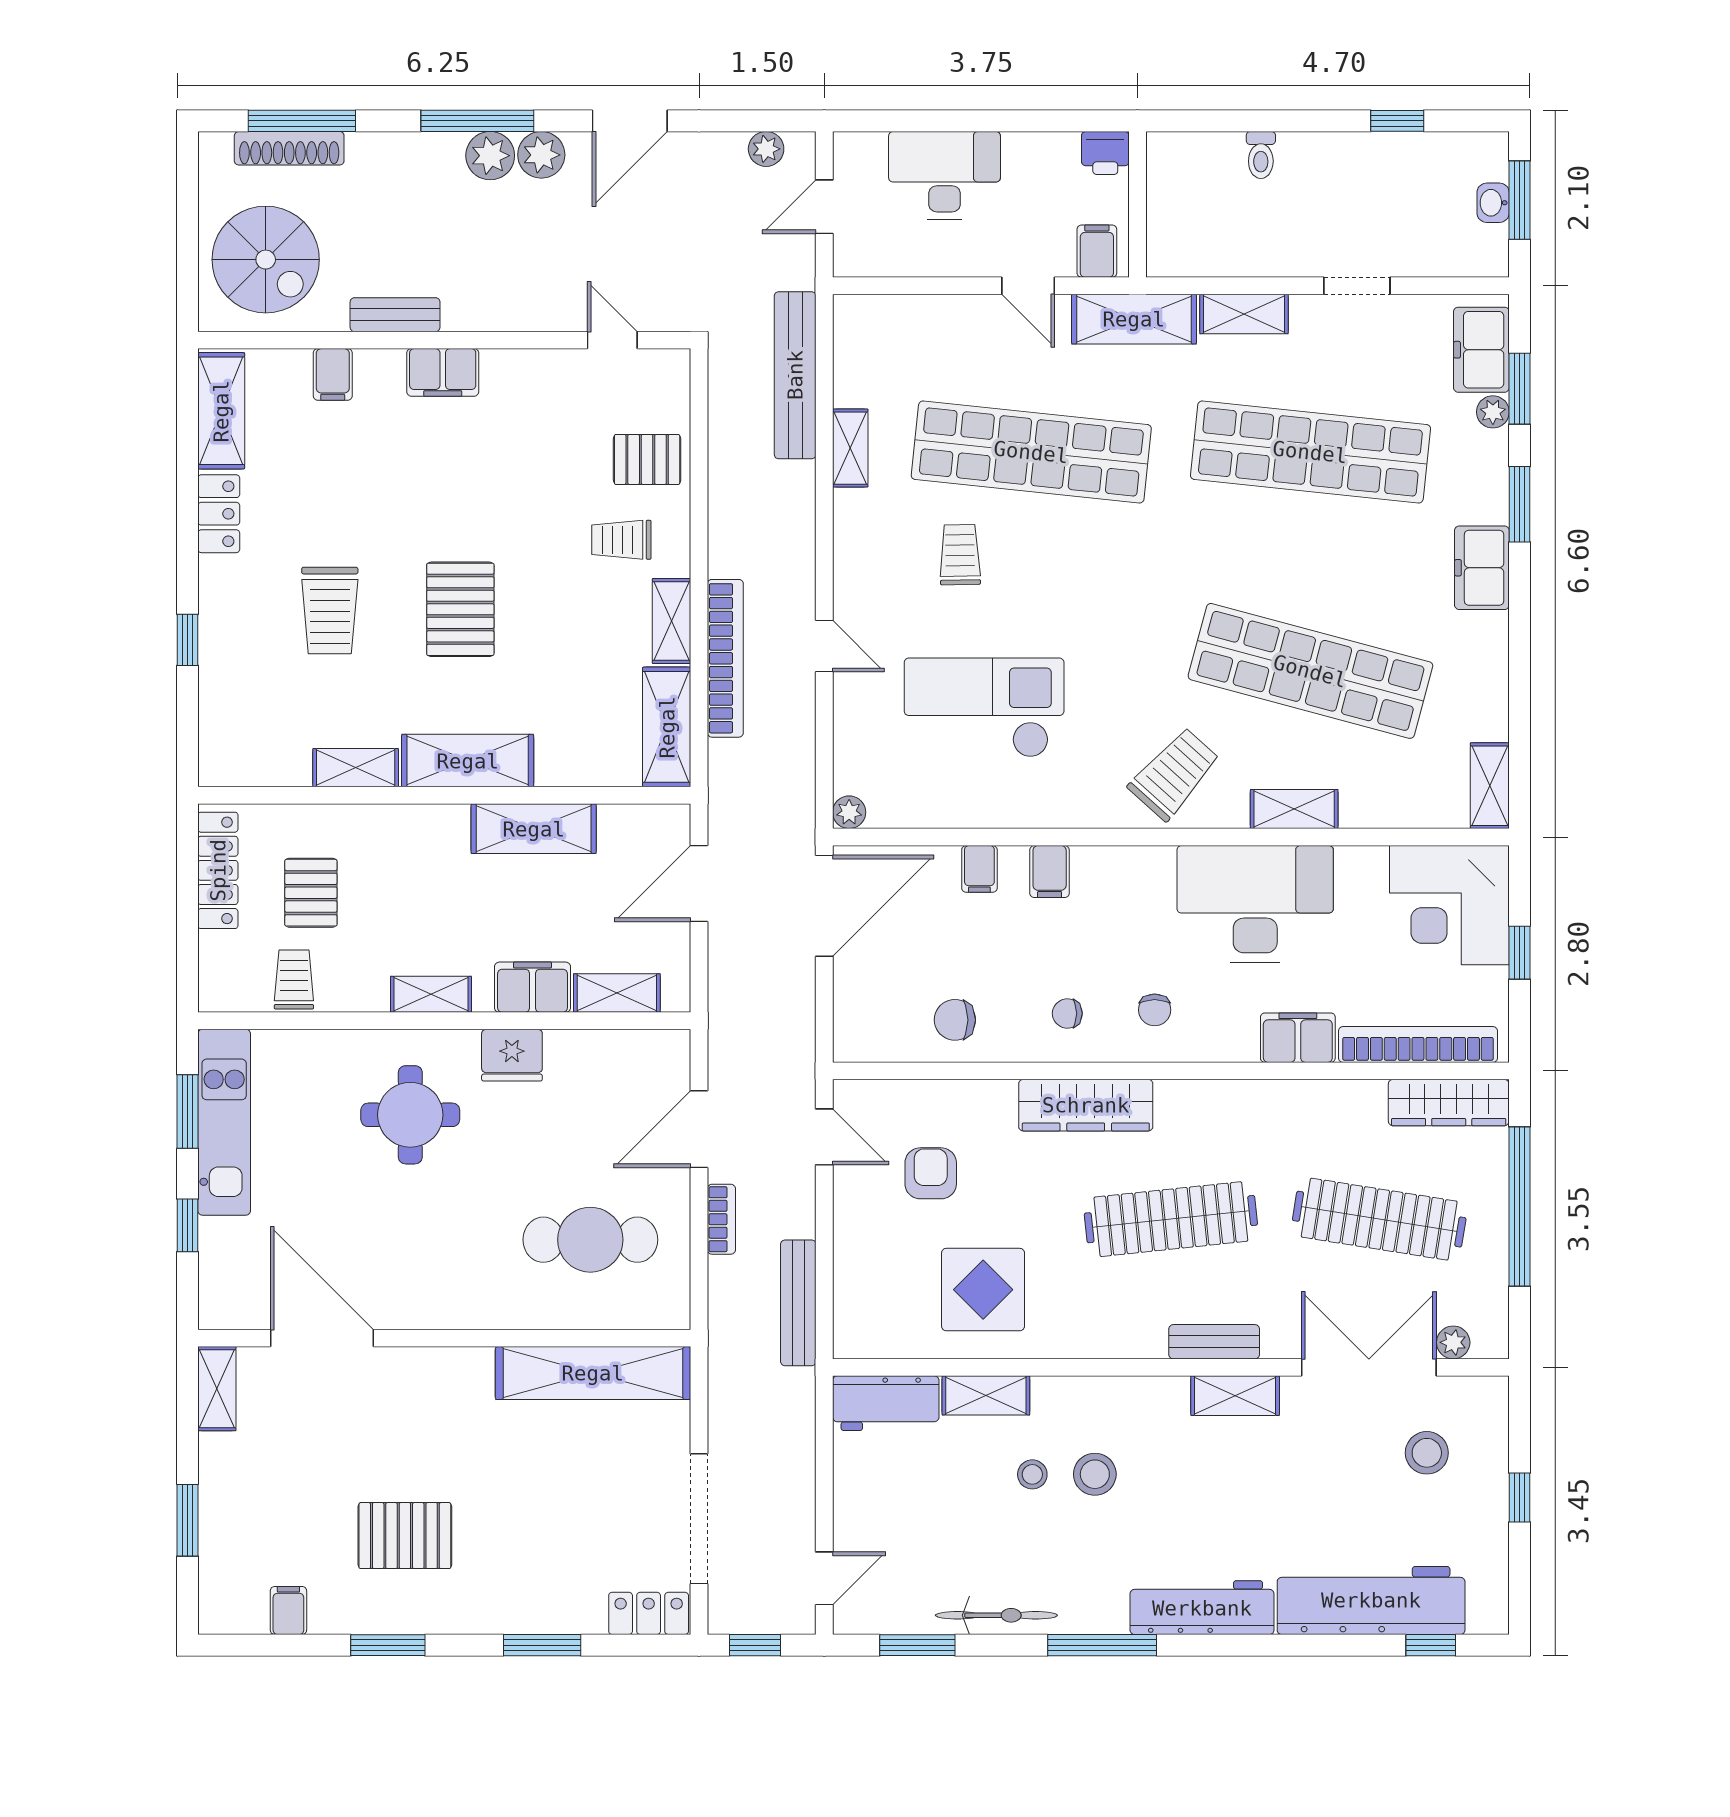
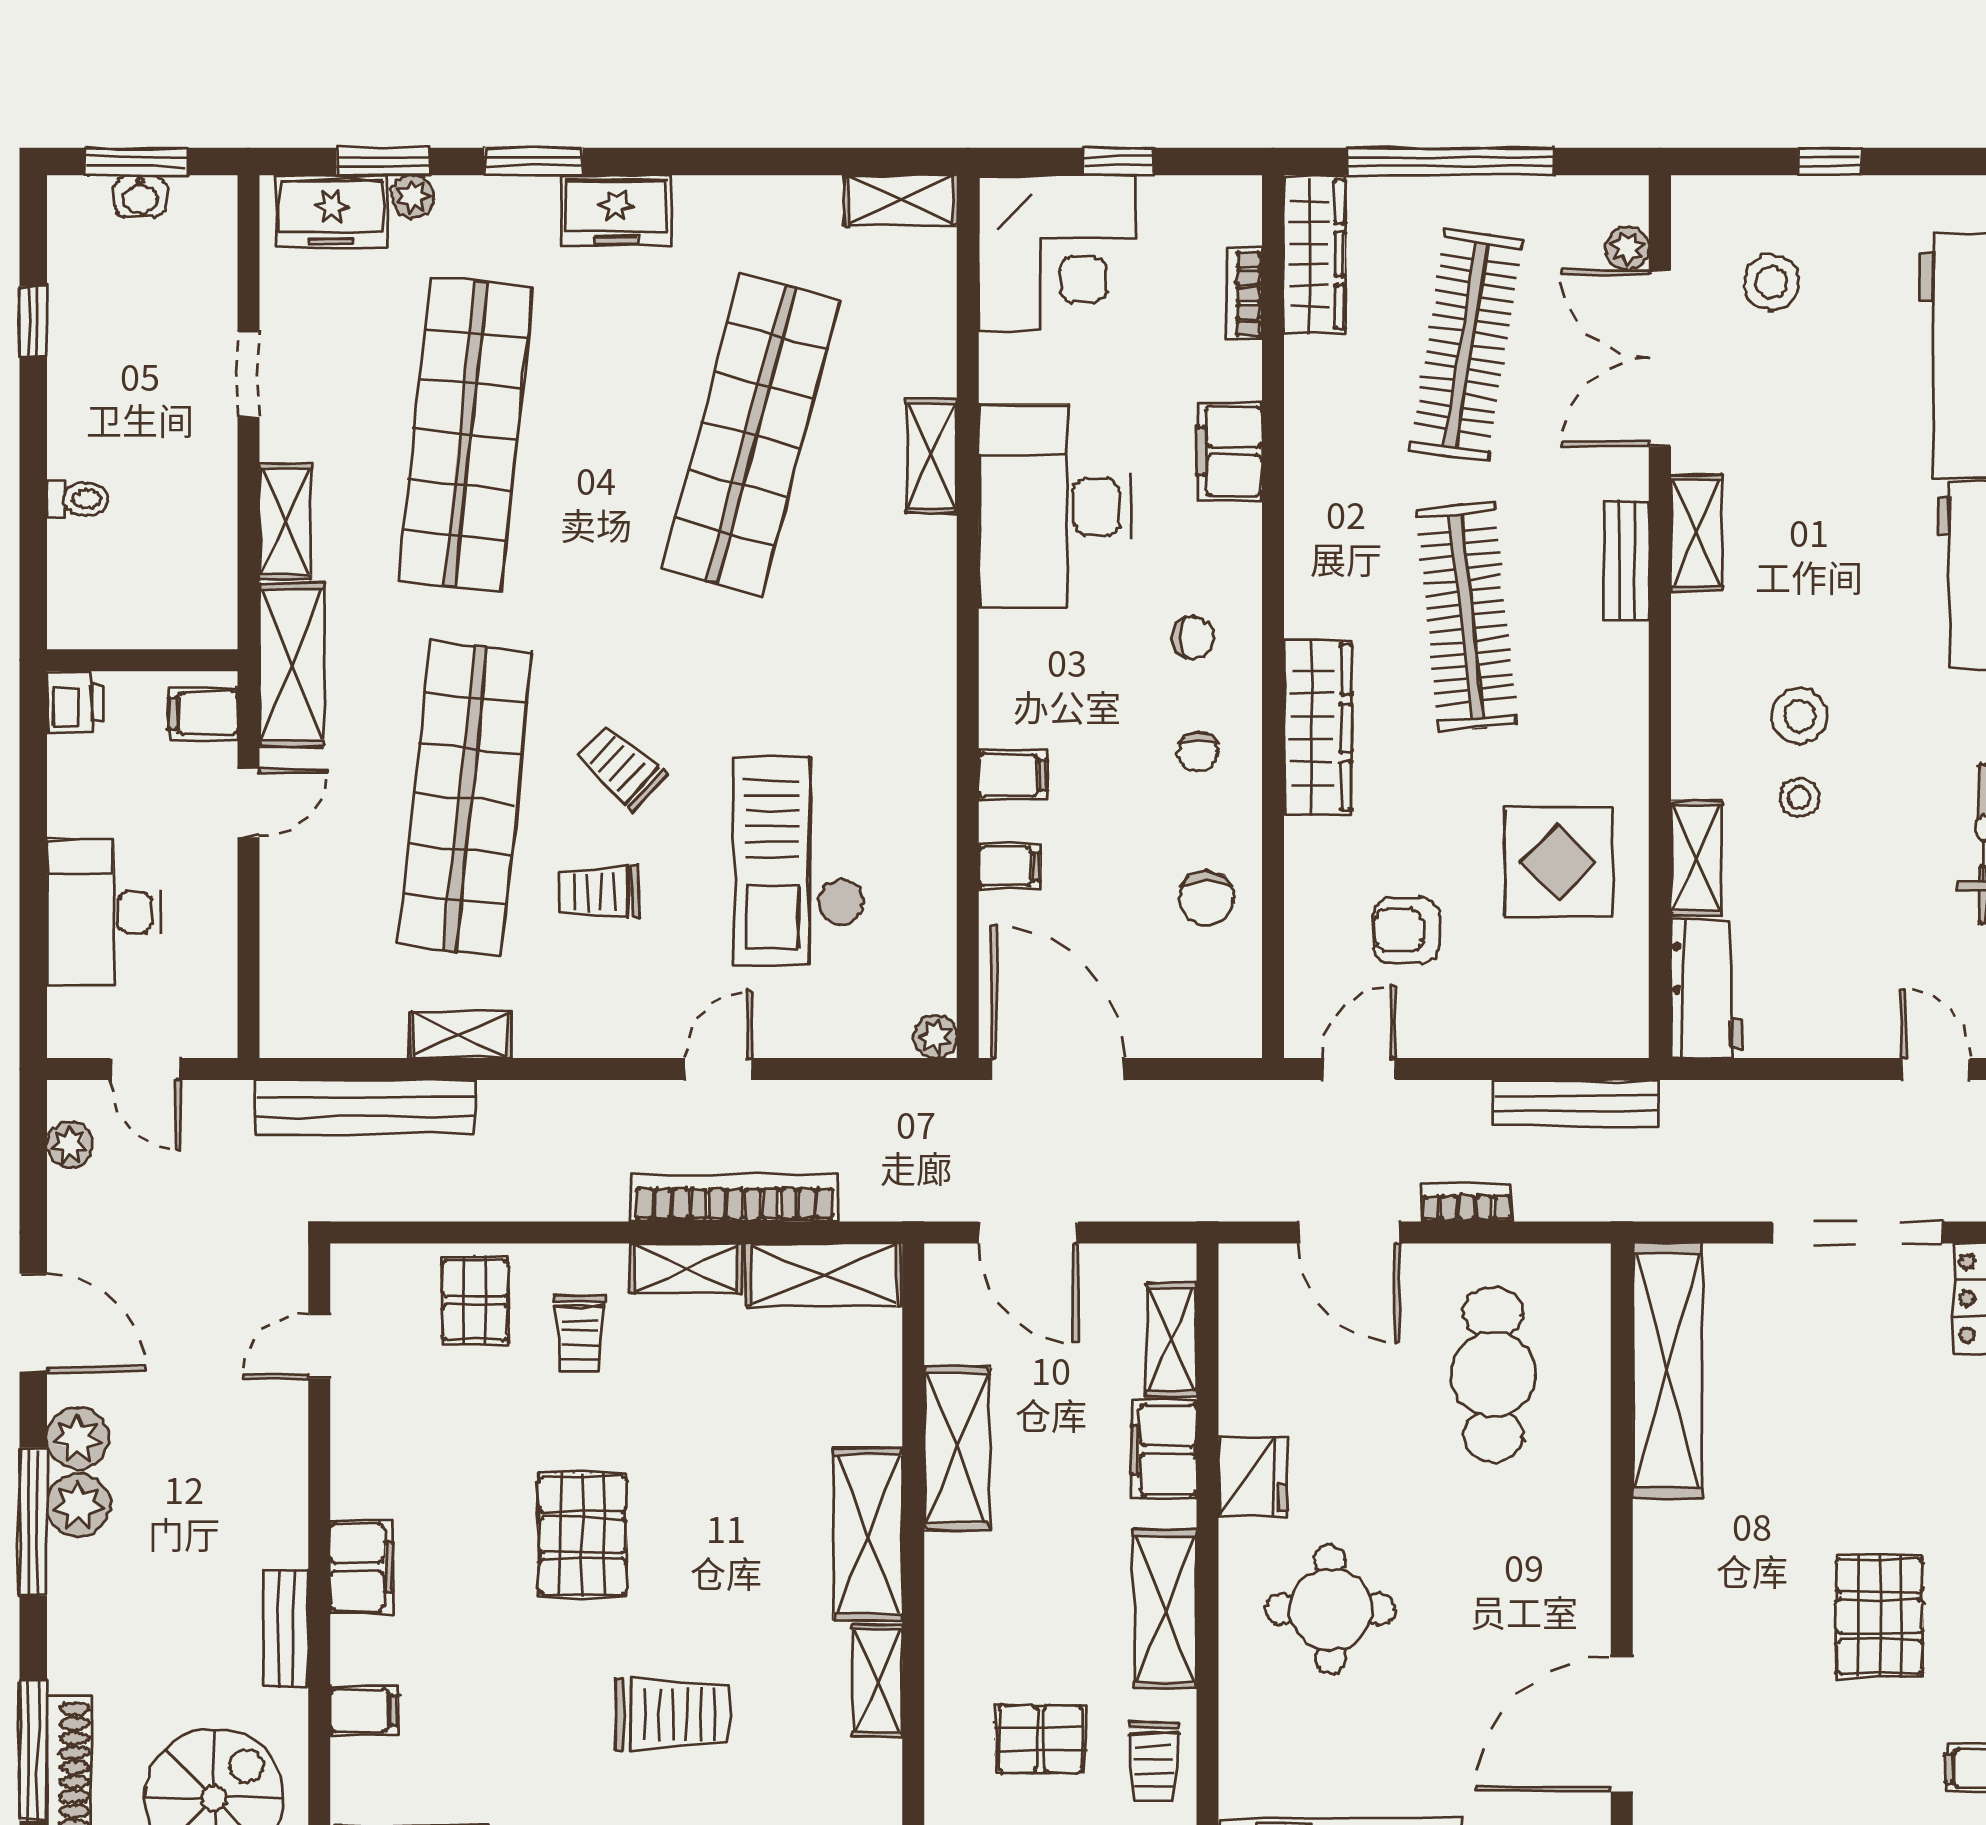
pallet: (460, 609) -> (582, 1535), moved, turned 90
trolley: (1174, 774) -> (621, 767), moved, width x0.73, depth x0.72
trolley: (294, 979) -> (1154, 1761), turned -90
shelving: (431, 994) -> (1165, 1609), width x1.50, depth x1.33
bookcase: (1418, 1045) -> (1244, 294), width x0.43, depth x0.76

